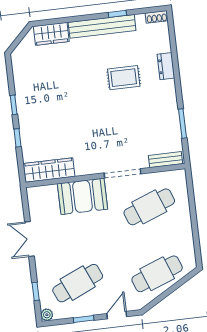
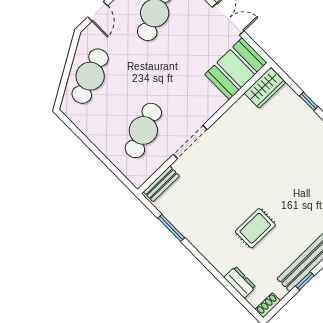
dresser: (166, 66) -> (240, 282), moved
wardrobe: (49, 170) -> (265, 88), width x0.67
booth: (83, 196) -> (236, 69), moved

